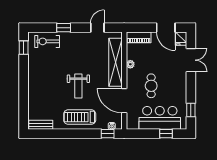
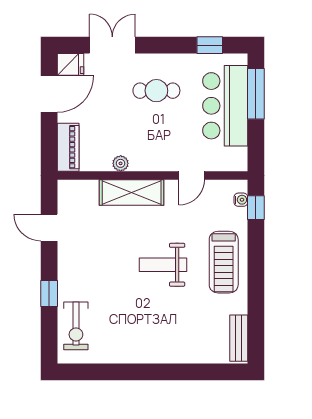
window: (24, 48) -> (88, 372), removed
shelving: (115, 62) -> (132, 192), width x0.68
weight bench: (78, 86) -> (163, 265), turned 180
cafe table: (151, 86) -> (156, 91), moved
door: (124, 101) -> (192, 175), width x0.53
window: (166, 134) -> (256, 94), width x2.17

